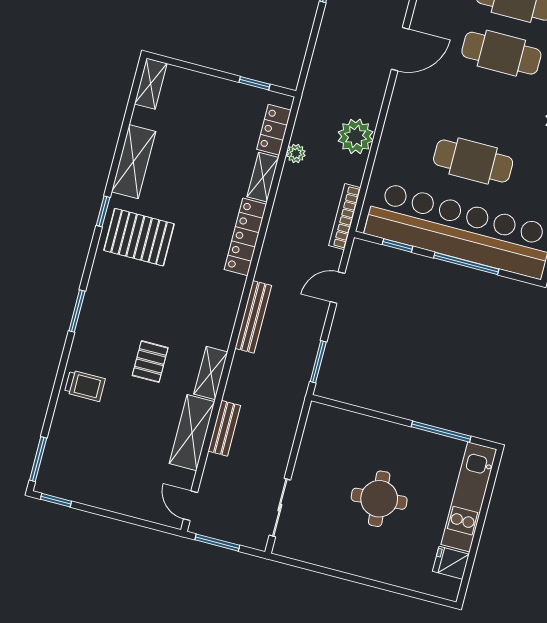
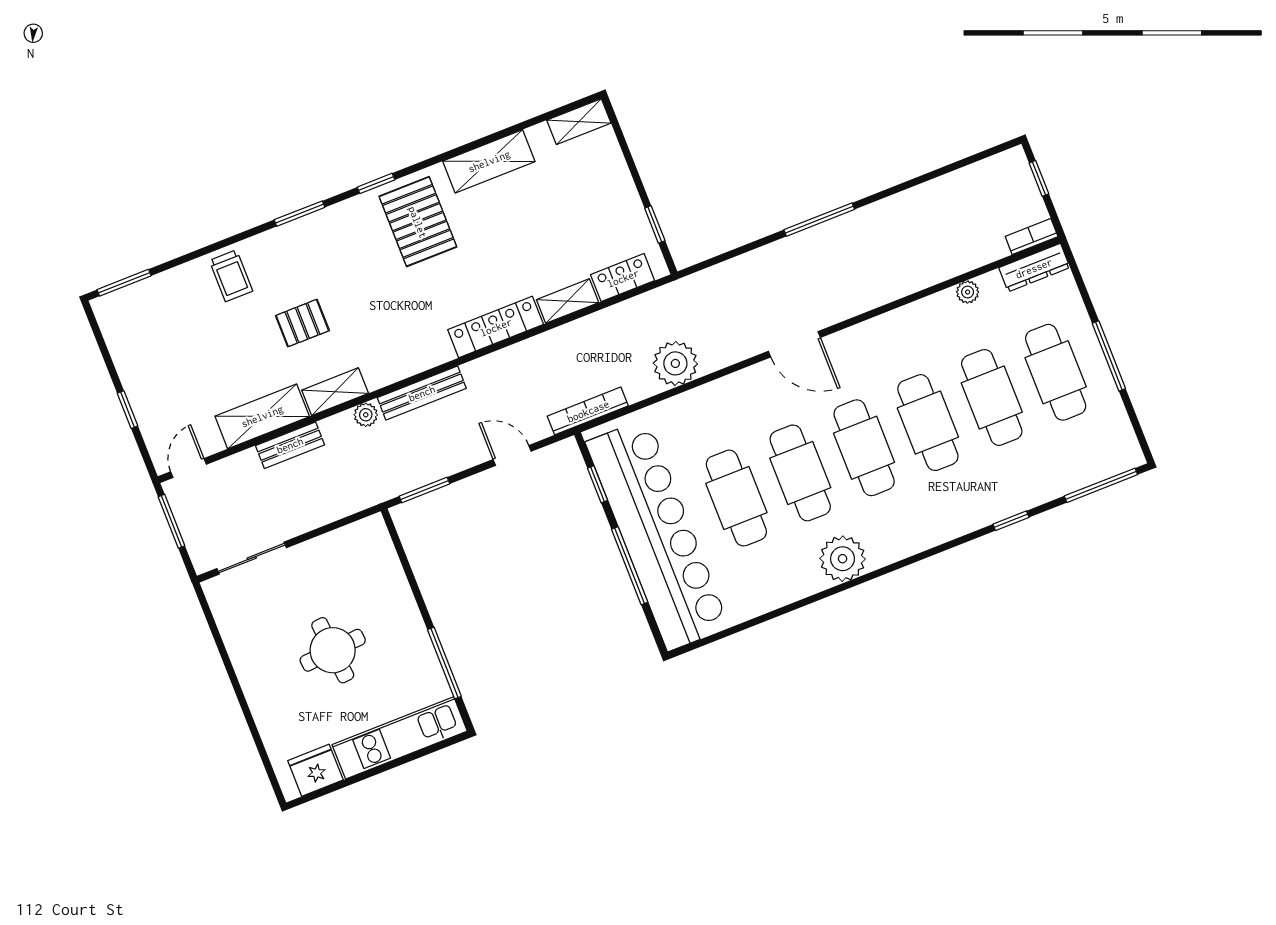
cafe table: (487, 107) -> (800, 473), added
plant: (296, 153) -> (366, 415), moved
window: (103, 211) -> (376, 183), moved
window: (56, 500) -> (127, 410), moved
fridge: (451, 563) -> (315, 770), width x1.38

